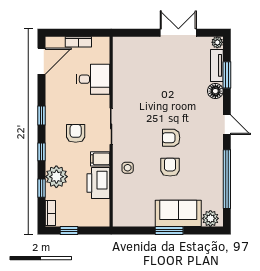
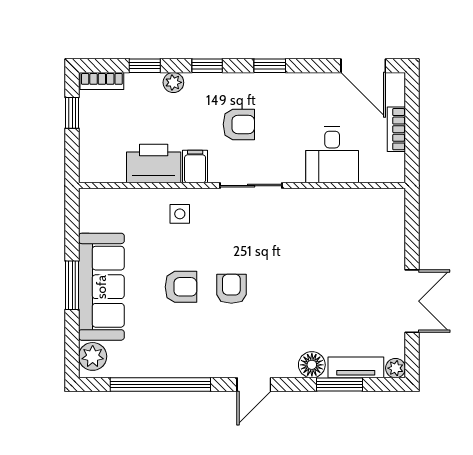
plant: (56, 177) -> (173, 82), width x0.53, depth x0.53
sofa: (178, 213) -> (101, 287), width x1.36

